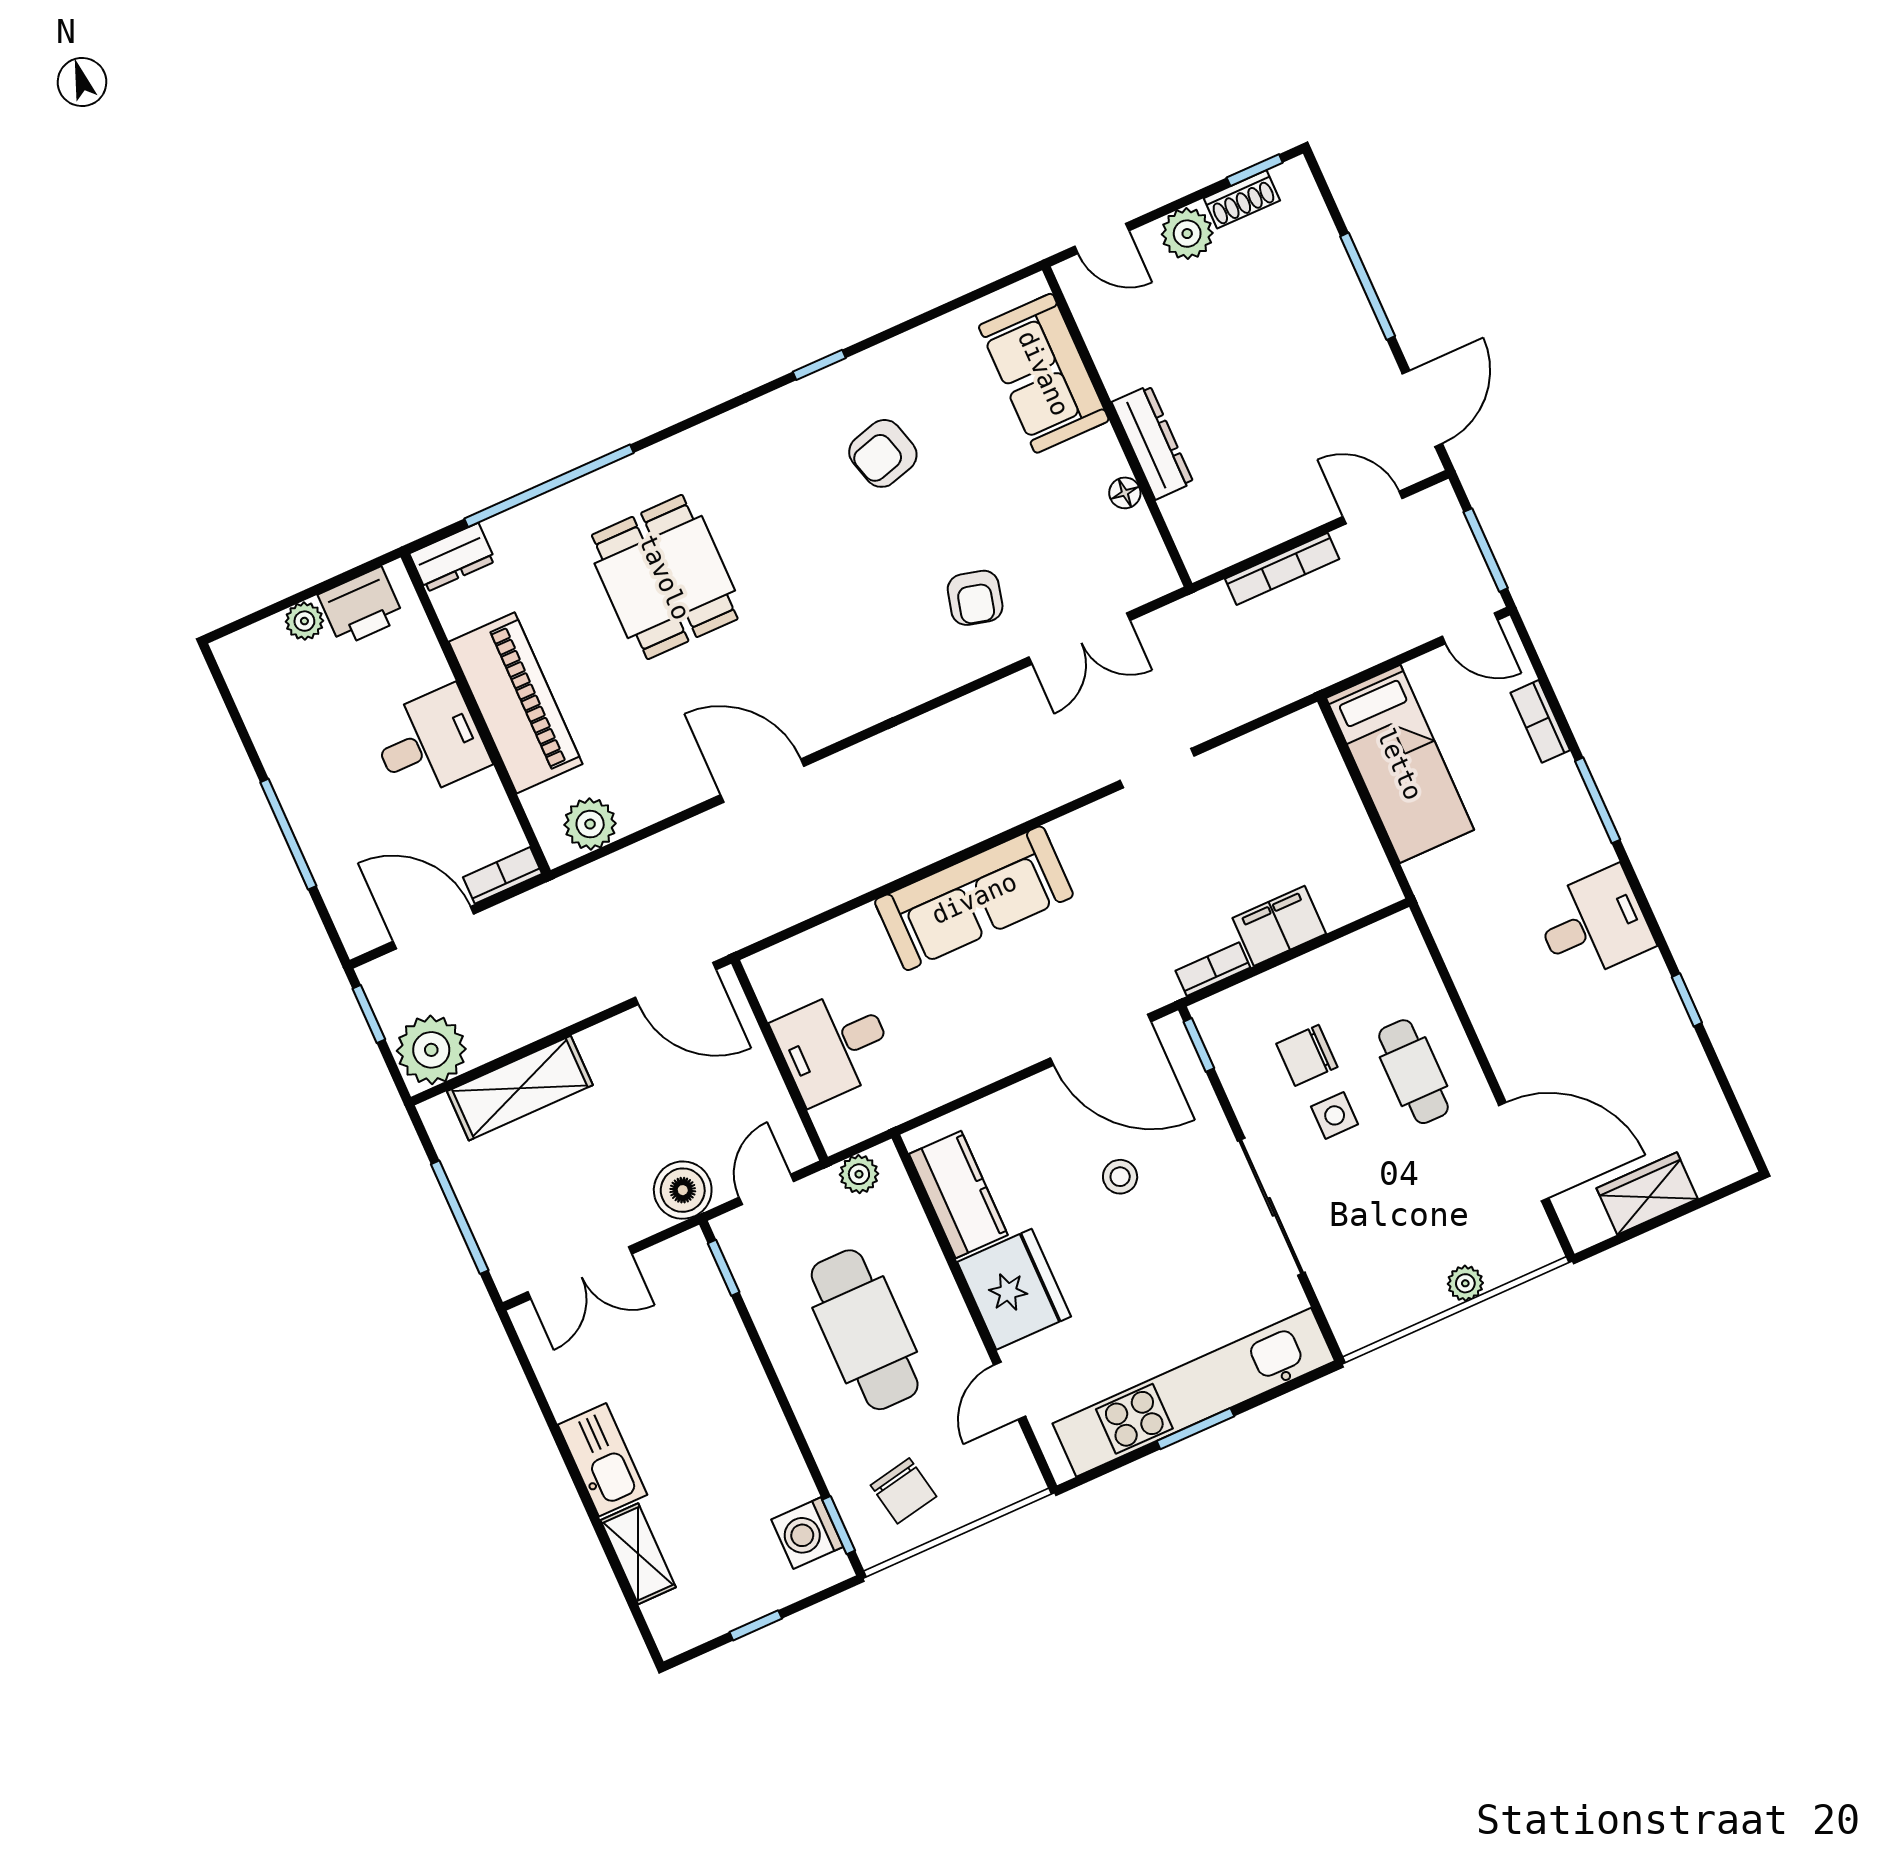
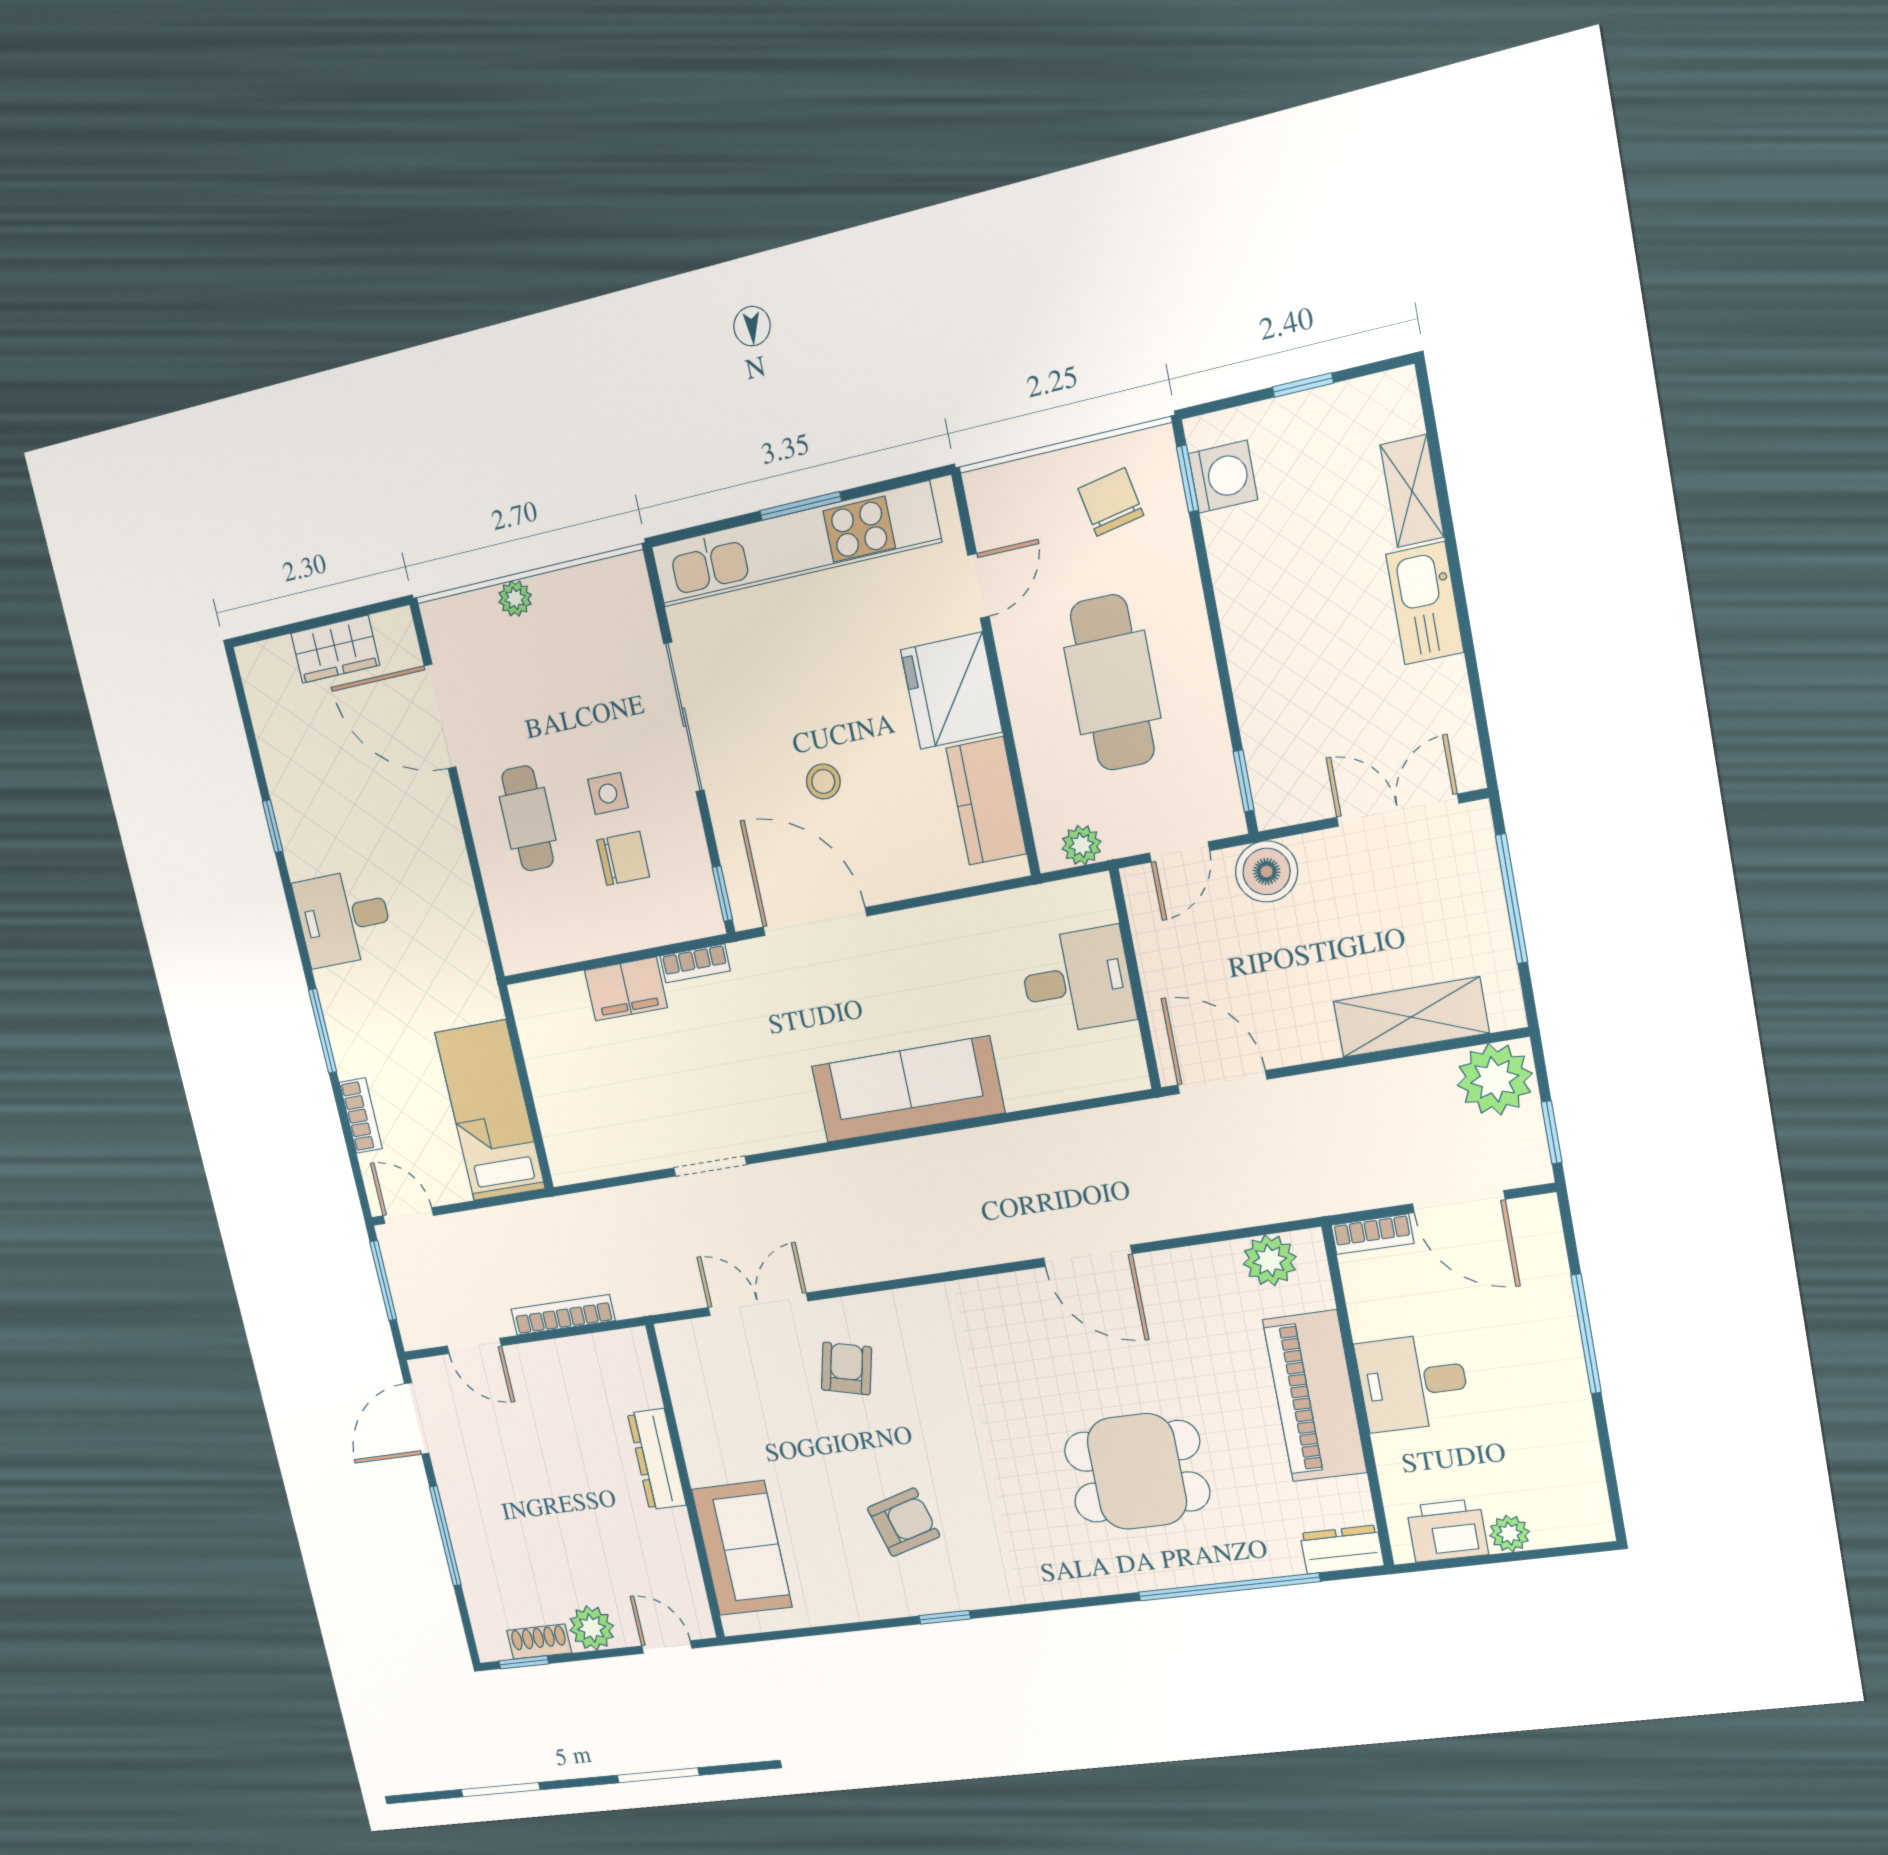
floor lamp: (1125, 493) -> (690, 1422), removed
dining table: (665, 577) -> (1137, 1471), turned 90

